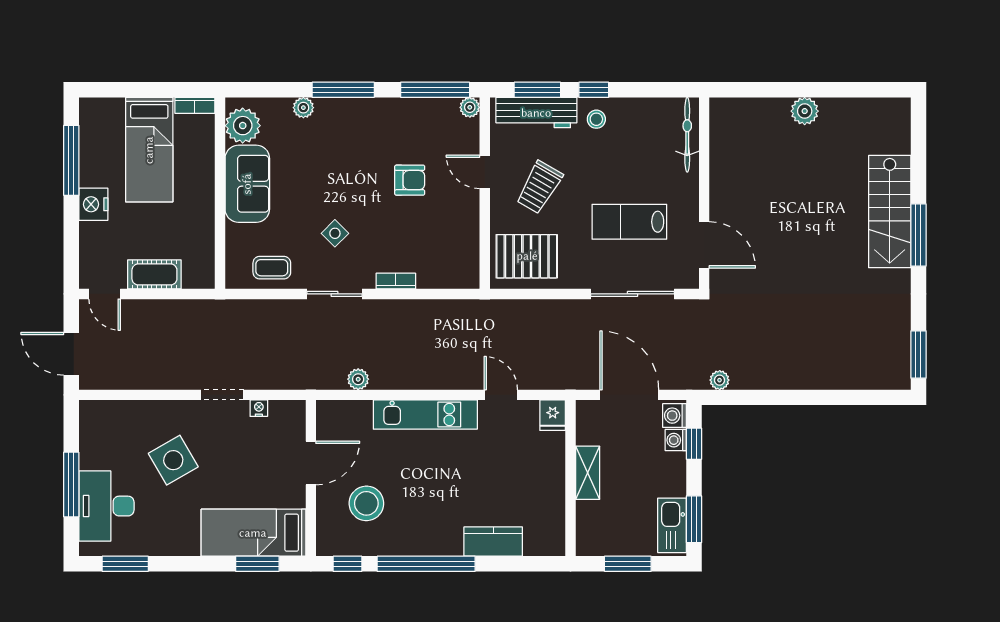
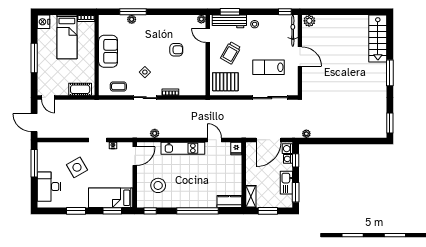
window: (343, 90) -> (133, 12), moved
window: (435, 90) -> (187, 12), removed
window: (594, 90) -> (285, 12), moved
plant: (805, 111) -> (309, 21), moved
plant: (243, 126) -> (106, 27), removed
window: (71, 160) -> (34, 58), moved
door: (485, 172) -> (208, 35), moved
nightstand: (93, 204) -> (43, 22), moved
stairs: (890, 212) -> (378, 39), moved
door: (704, 245) -> (300, 57), moved
cot: (154, 274) -> (80, 89), moved
door: (629, 395) -> (268, 140), swing flipped
door: (311, 463) -> (135, 156), moved
shelving: (588, 473) -> (251, 196), moved
window: (71, 485) -> (34, 163), moved
kitchen sink: (672, 525) -> (286, 183), moved
kitchen counter: (493, 542) -> (229, 202), moved
window: (125, 564) -> (76, 211), moved
window: (426, 564) -> (198, 211), moved

